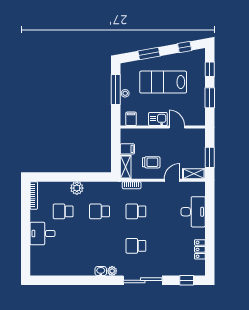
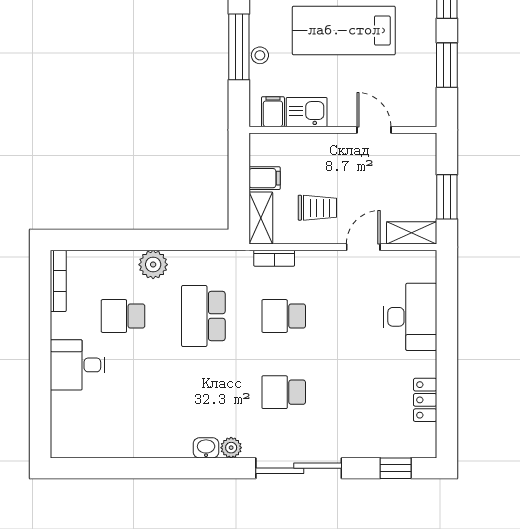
kitchen sink: (158, 119) -> (307, 112), moved
school desk: (100, 211) -> (203, 316), width x1.85

